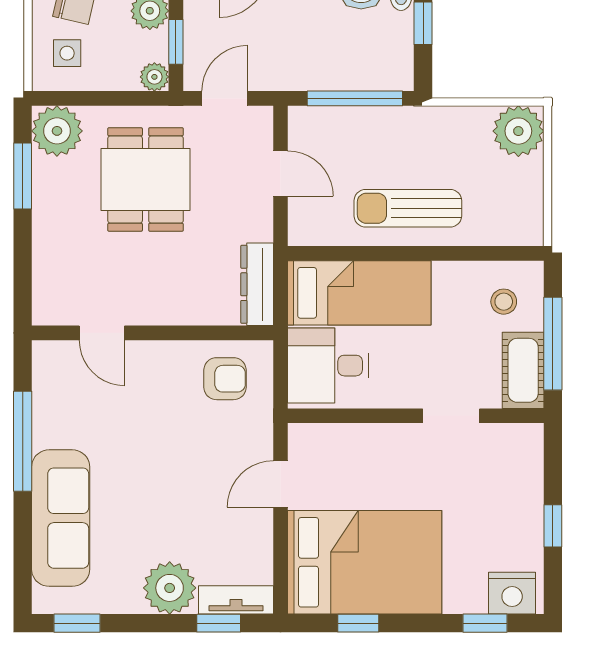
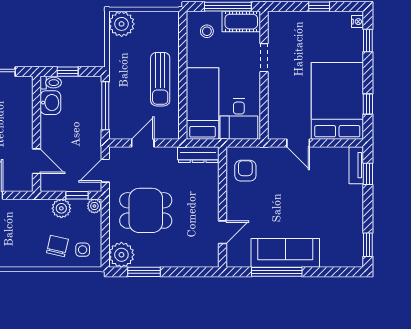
door: (225, 98) -> (105, 171), hinge flipped
sofa: (61, 518) -> (285, 253), moved
plant: (170, 588) -> (350, 198), removed
nightstand: (512, 593) -> (357, 22), width x0.53, depth x0.56

